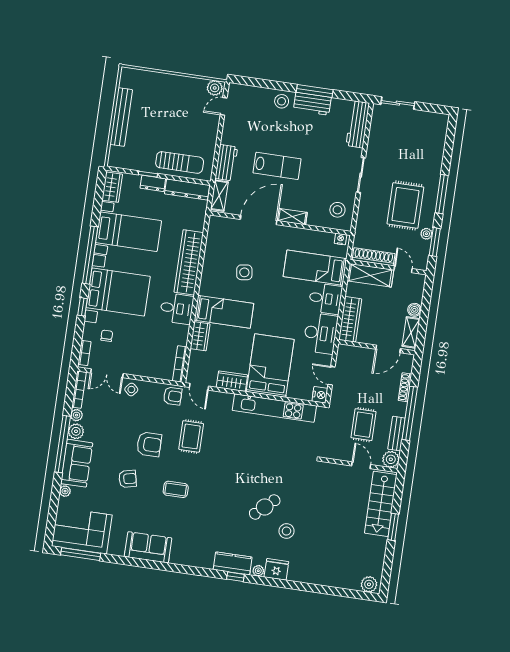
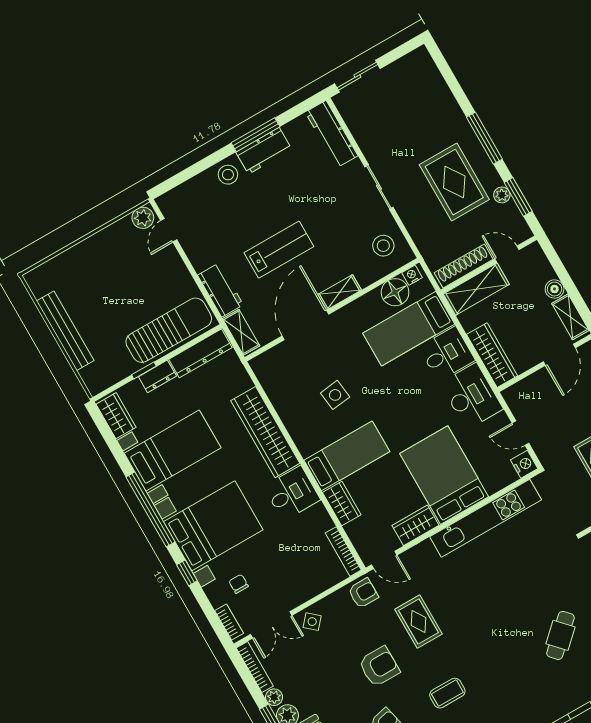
sun lounger: (180, 162) -> (169, 330), width x1.36, depth x1.34
floor lamp: (323, 241) -> (395, 292), added

